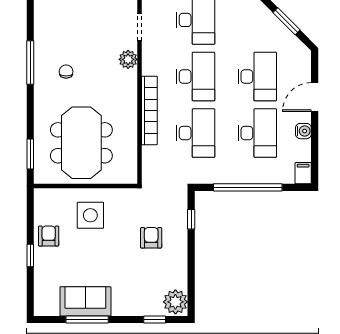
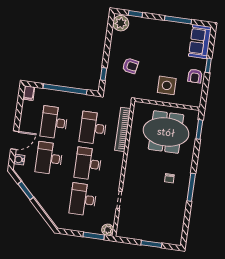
plant: (128, 59) -> (129, 180), removed
bookcase: (149, 110) -> (123, 129), moved
water cooler: (303, 131) -> (19, 160), moved
meeting table: (81, 143) -> (166, 132), turned 90
armchair: (151, 238) -> (130, 66), turned -80
sofa: (85, 301) -> (200, 42), moved, turned 90

